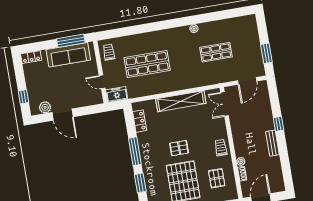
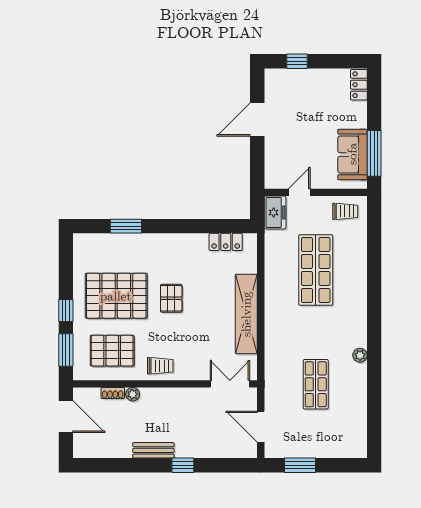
sofa: (68, 55) -> (352, 154), width x0.73
plant: (45, 107) -> (274, 93), removed
window: (135, 151) -> (178, 226), removed
pallet: (217, 178) -> (112, 351), width x1.50, depth x1.42

